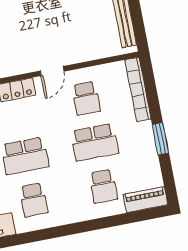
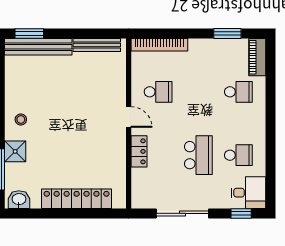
window: (160, 139) -> (227, 34), moved
school desk: (95, 142) -> (198, 92), removed

